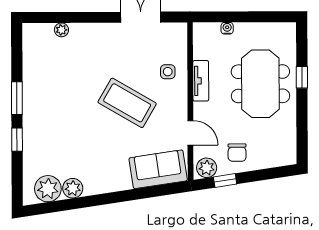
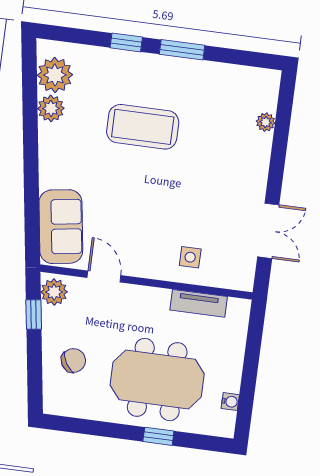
water cooler: (227, 28) -> (230, 402), moved
tv unit: (201, 81) -> (199, 303), moved
coffee table: (127, 103) -> (143, 127), moved, turned 60
door: (190, 133) -> (104, 277), swing flipped
chair: (237, 153) -> (73, 361), moved, turned 149

